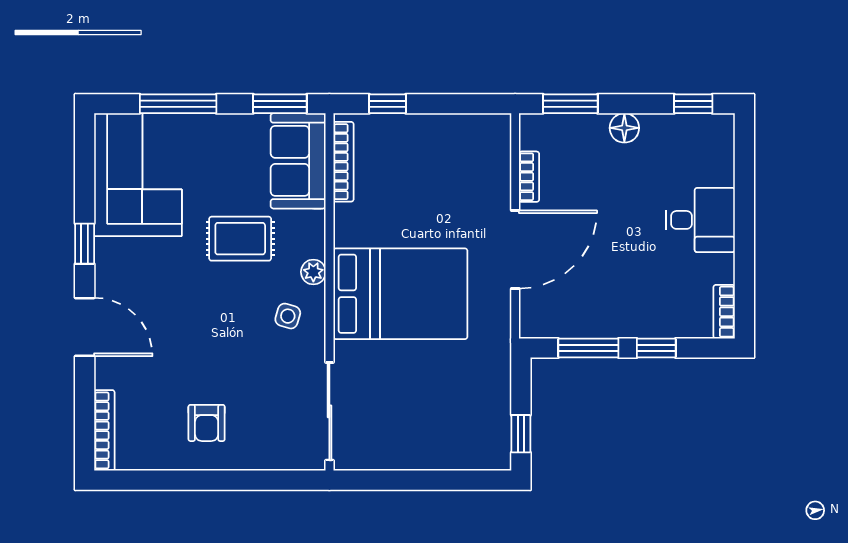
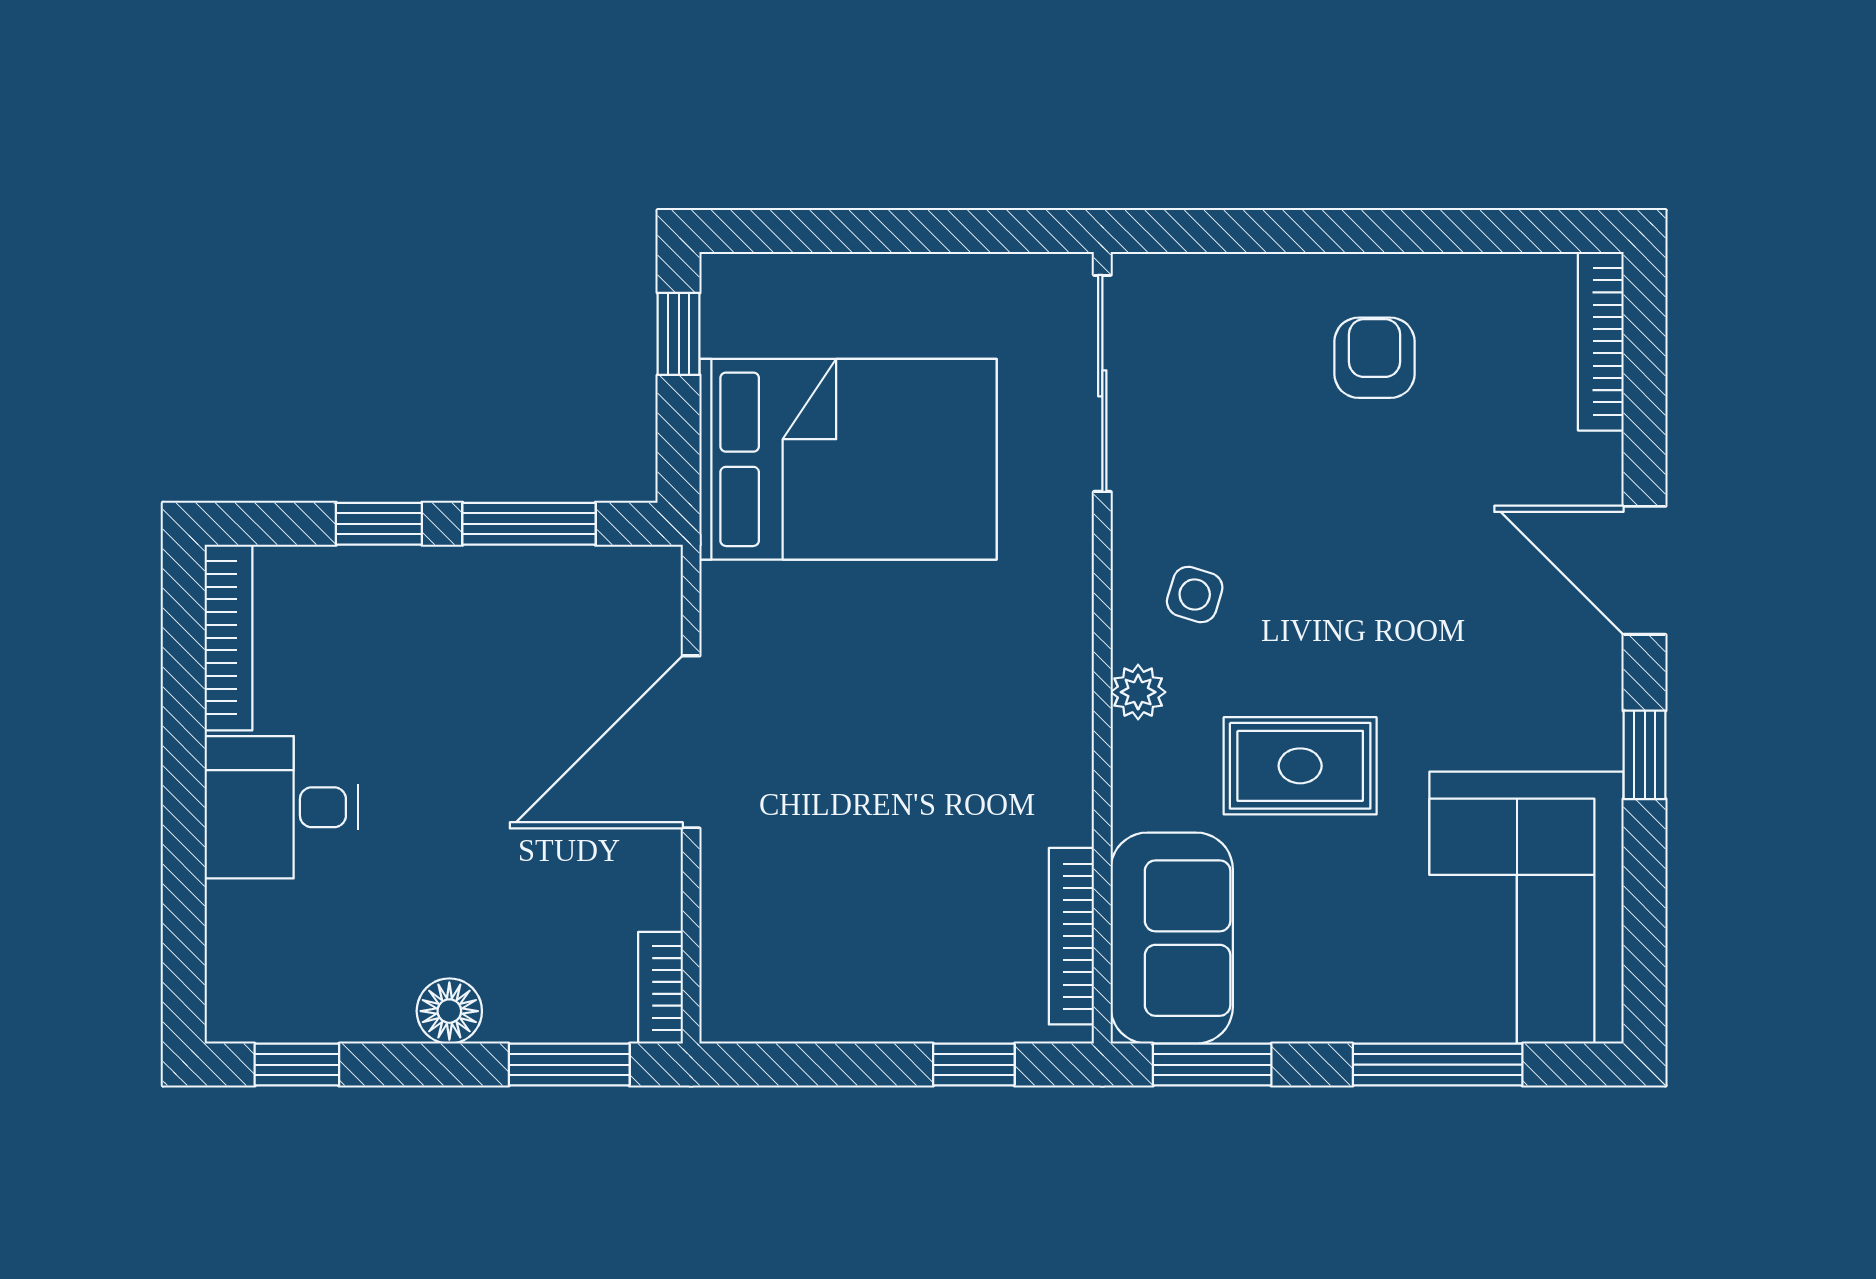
bookcase: (529, 177) -> (660, 988), moved
bed: (400, 294) -> (848, 459), moved, turned 180
bookcase: (724, 312) -> (228, 638), width x1.56

